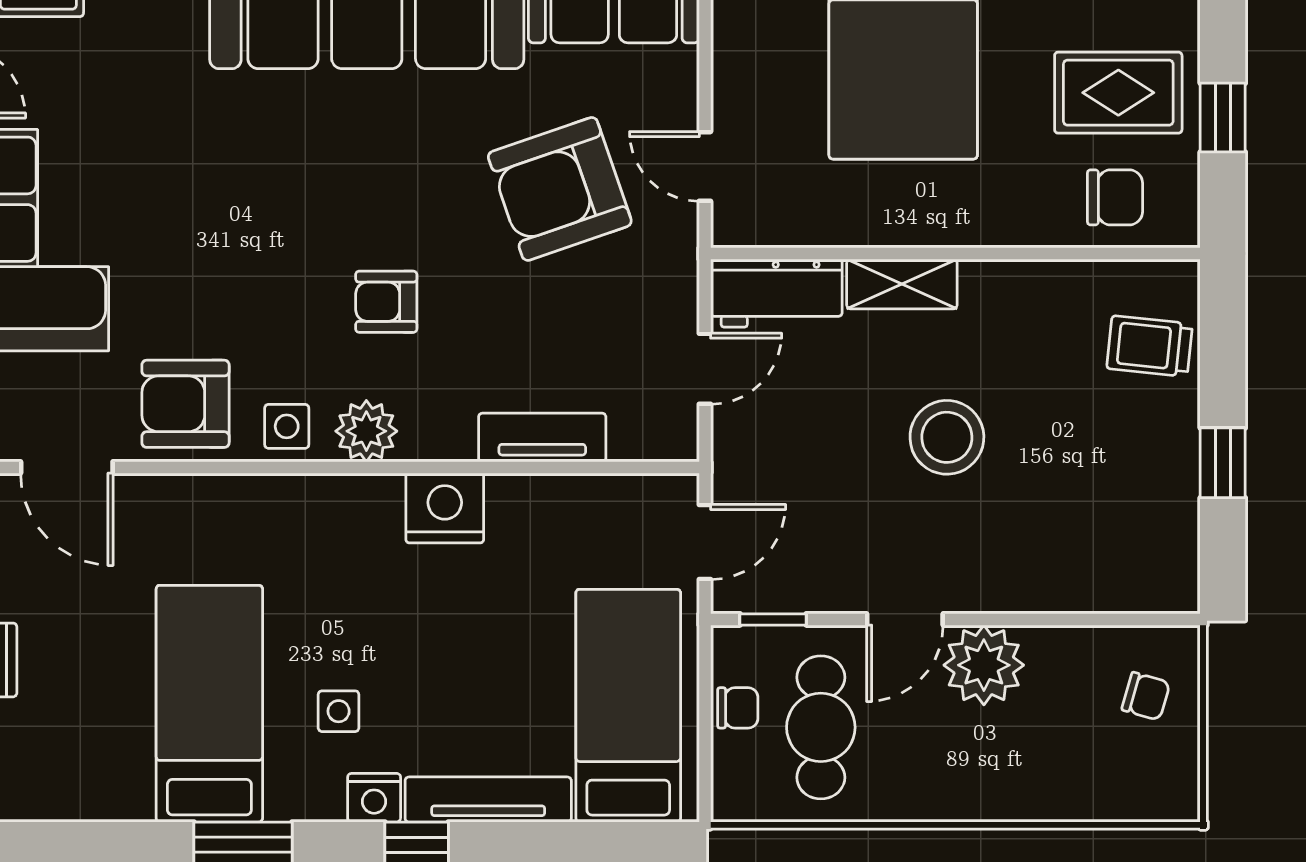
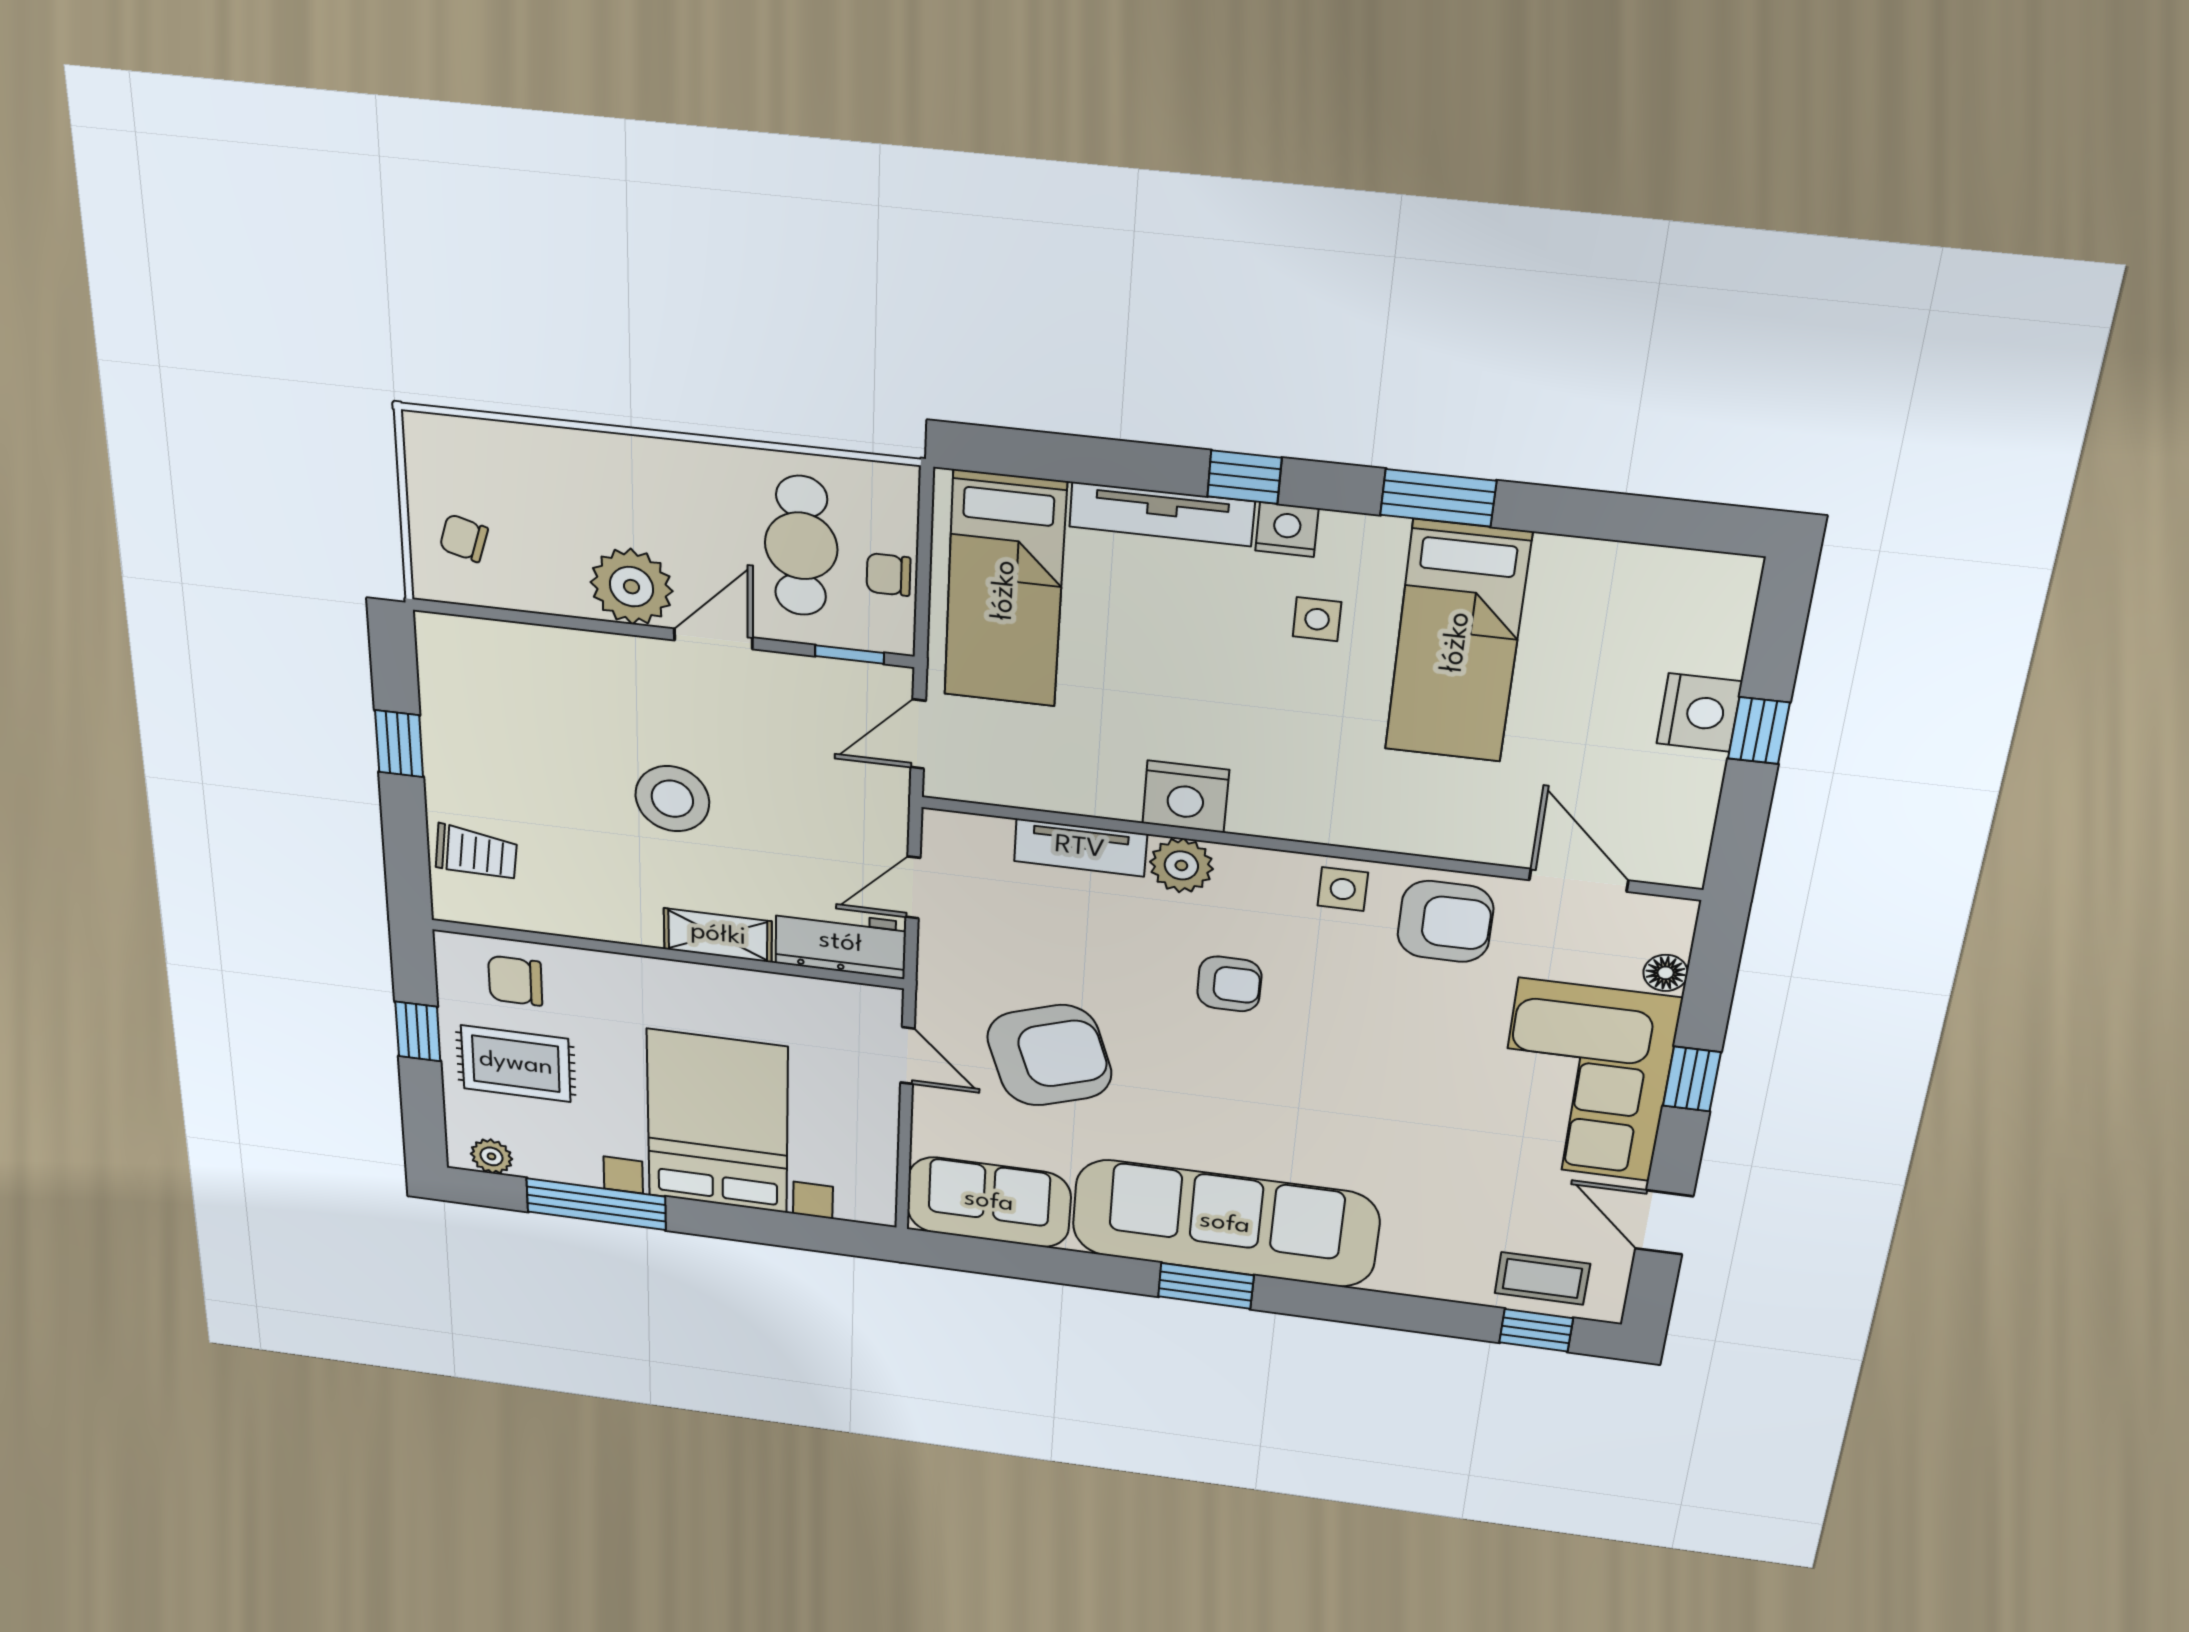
plant: (366, 431) -> (1181, 865), moved

